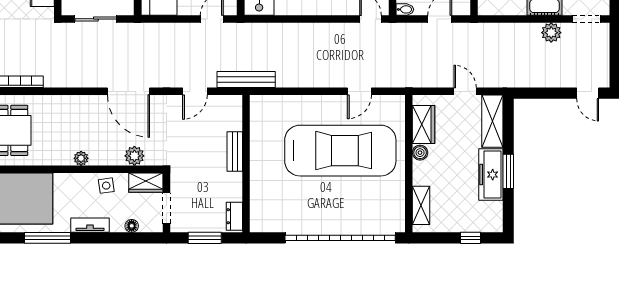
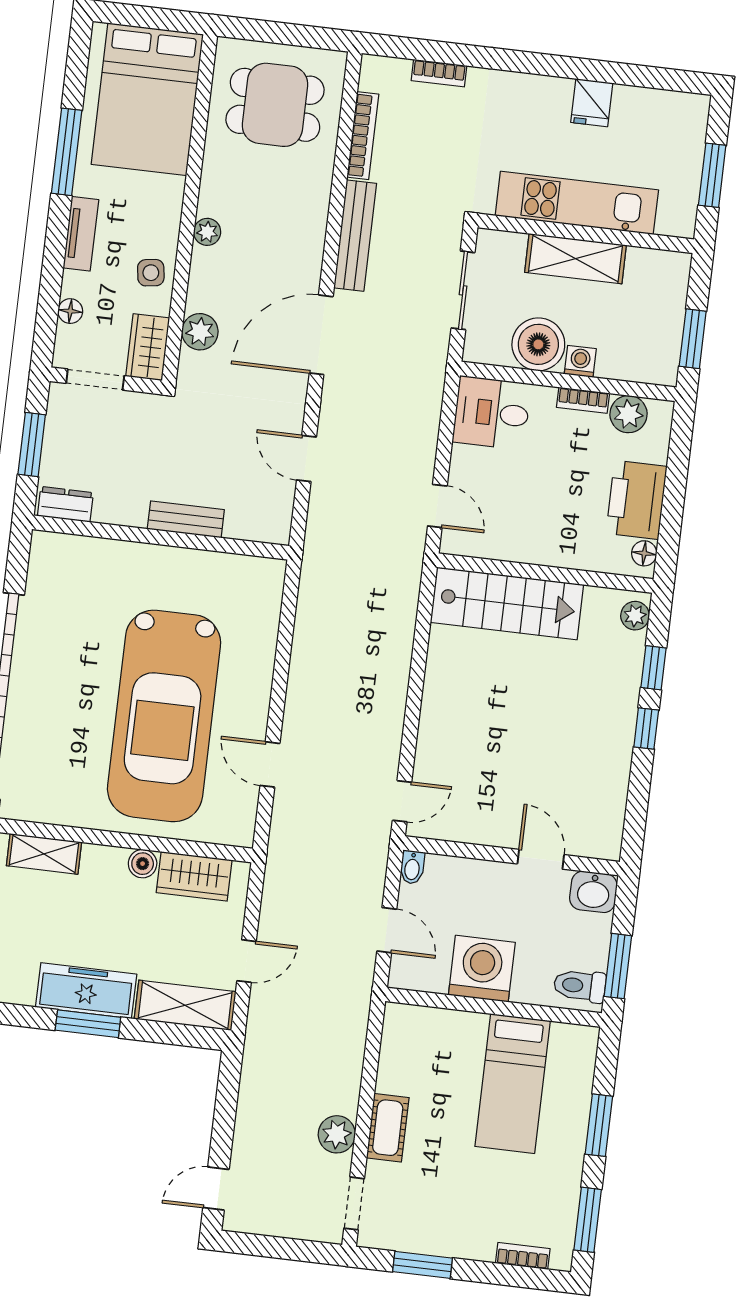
bench: (246, 80) -> (355, 236), moved

